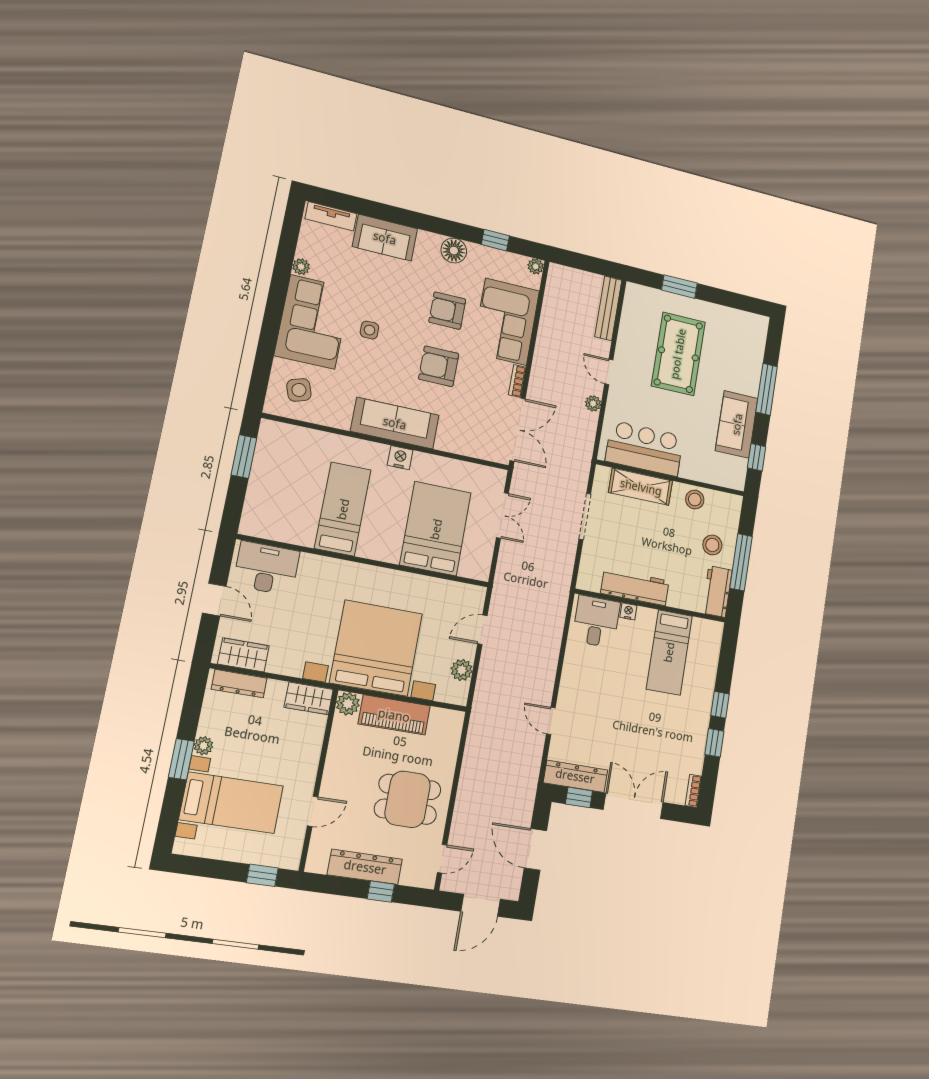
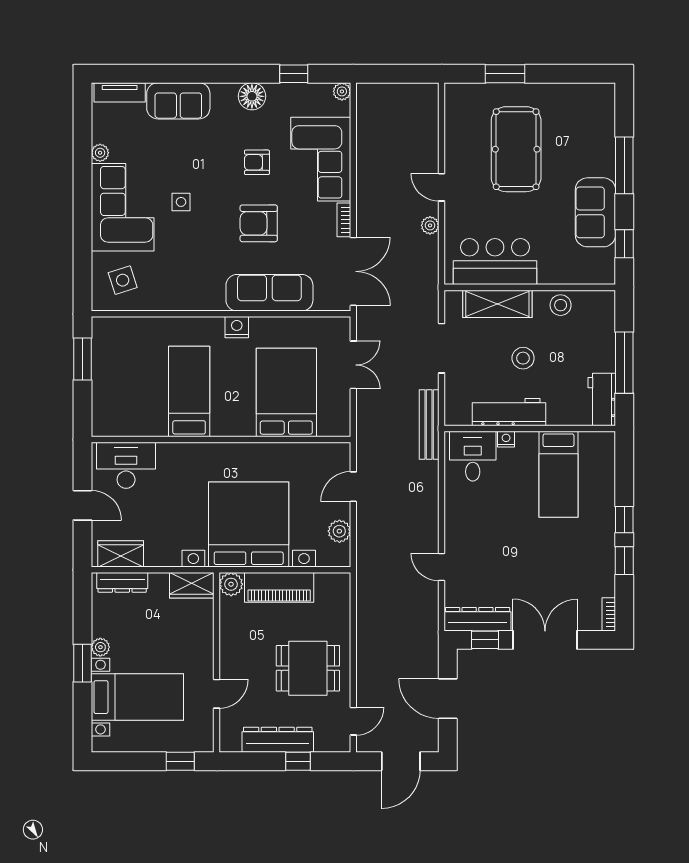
bench: (608, 308) -> (429, 424), moved
armchair: (447, 311) -> (257, 162), width x0.72, depth x0.72
sofa: (395, 423) -> (269, 293), moved
stool: (712, 545) -> (523, 358), moved

